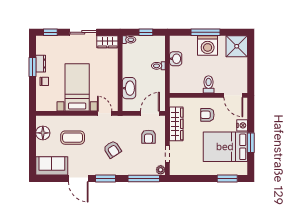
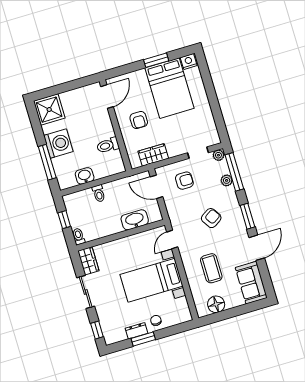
window: (206, 32) -> (47, 162), moved
toilet: (209, 84) -> (108, 145), moved
wardrobe: (176, 124) -> (153, 155), width x0.67
nightstand: (242, 125) -> (189, 61), moved
plant: (139, 170) -> (227, 180), added
window: (227, 178) -> (206, 75), removed

